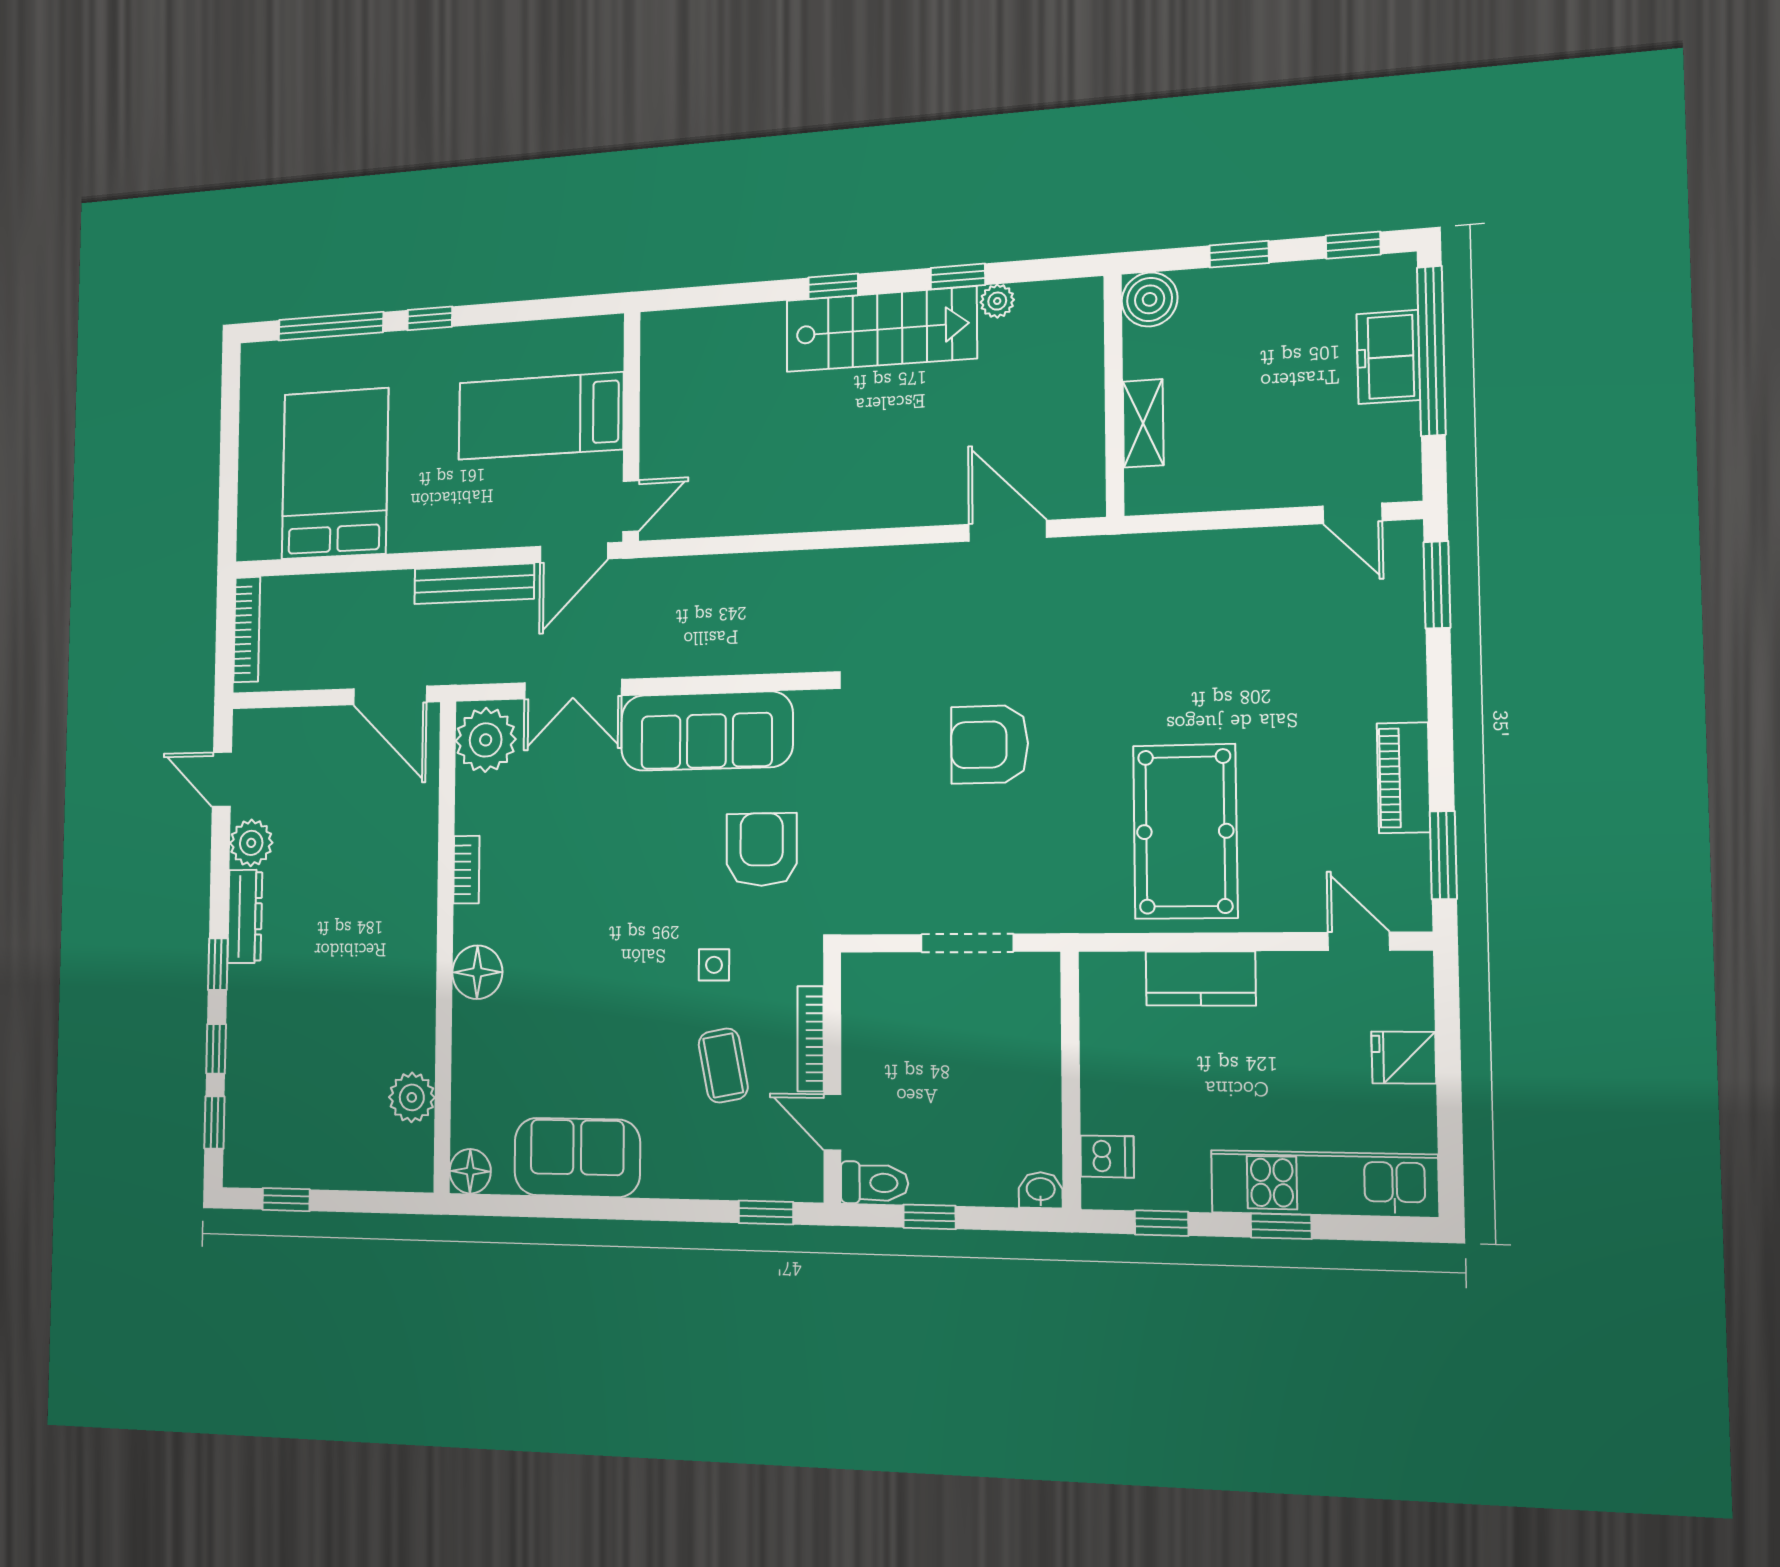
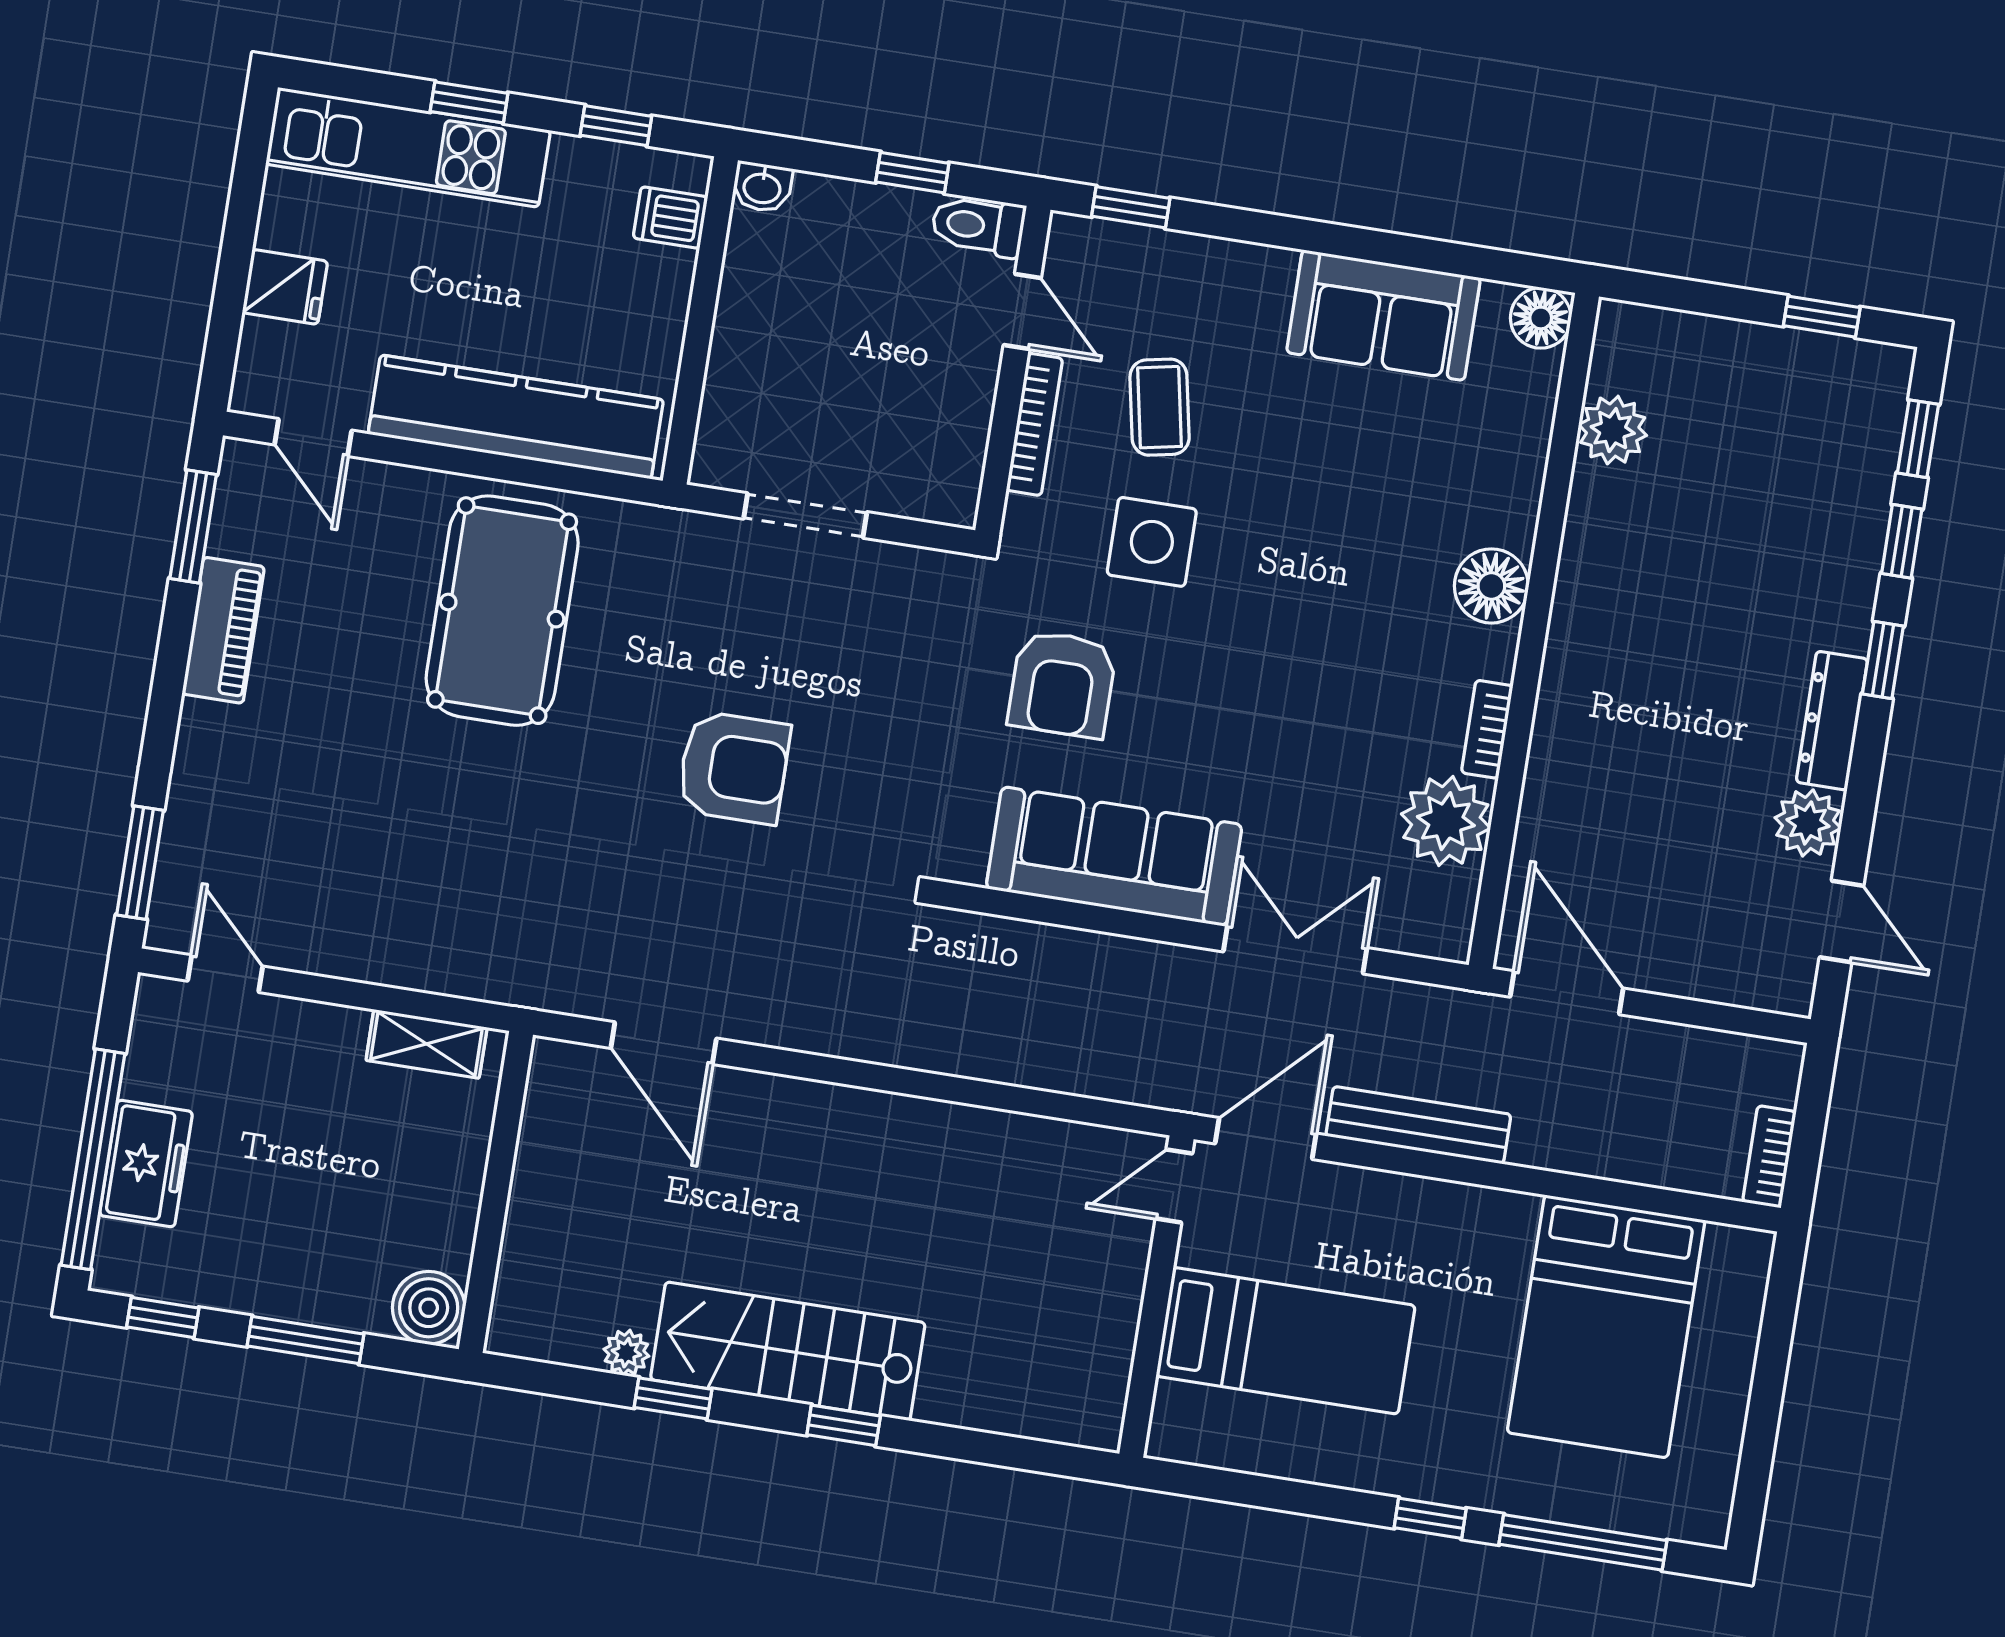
window: (1239, 254) -> (306, 1340), width x1.50
shelving: (1143, 423) -> (427, 1044), moved, turned 90
bookcase: (247, 630) -> (1769, 1157), width x0.64
plant: (486, 740) -> (1446, 821), moved
side table: (714, 965) -> (1152, 542), width x1.87, depth x1.87
kitchen counter: (1201, 978) -> (516, 417), width x2.08, depth x1.17

